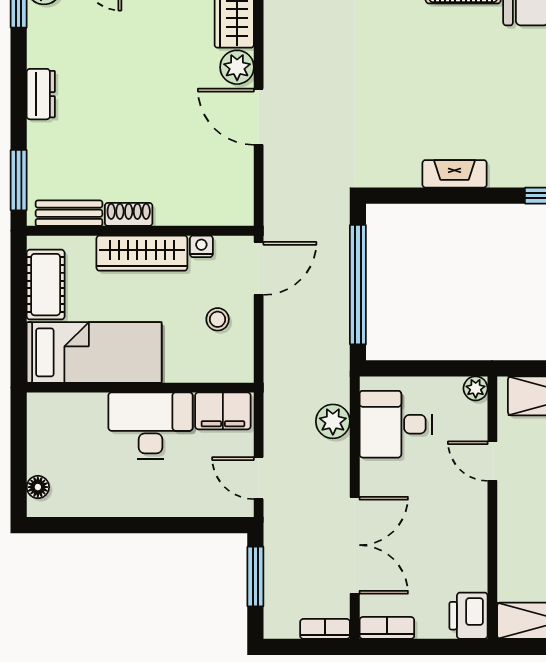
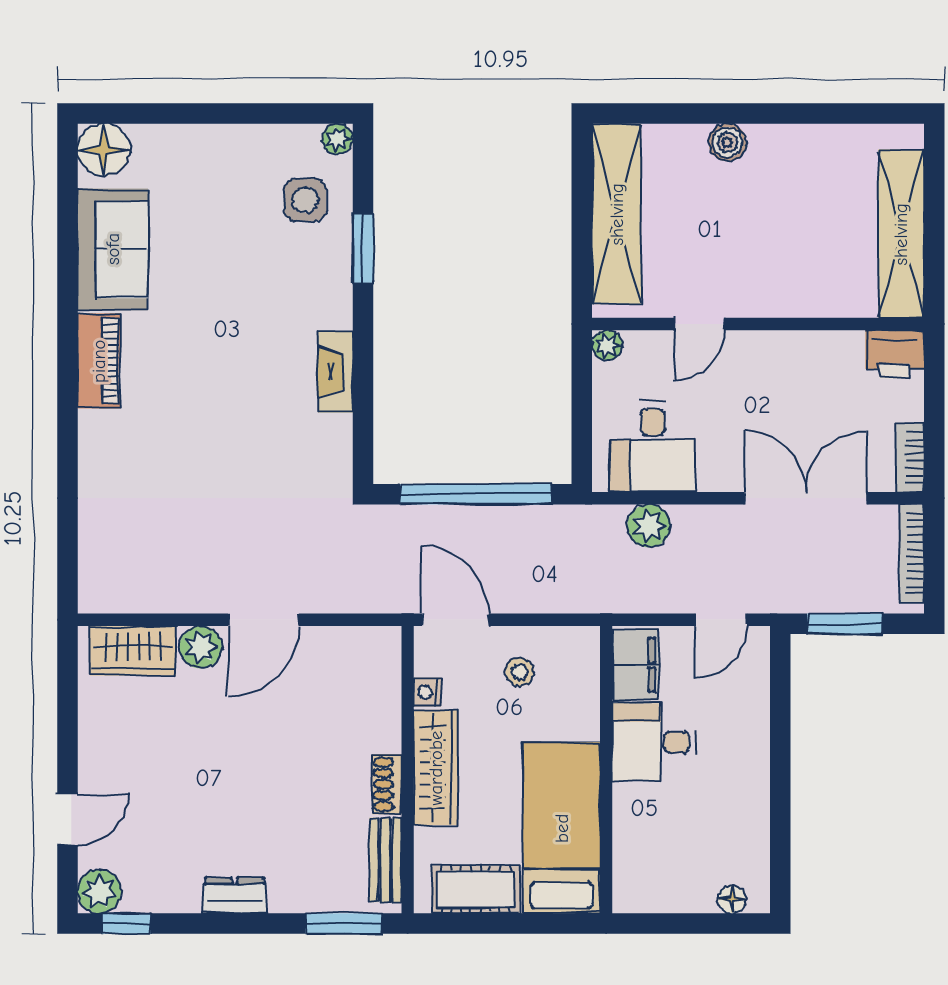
desk: (150, 426) -> (654, 742), width x0.73
bookcase: (325, 629) -> (911, 554), width x1.56

